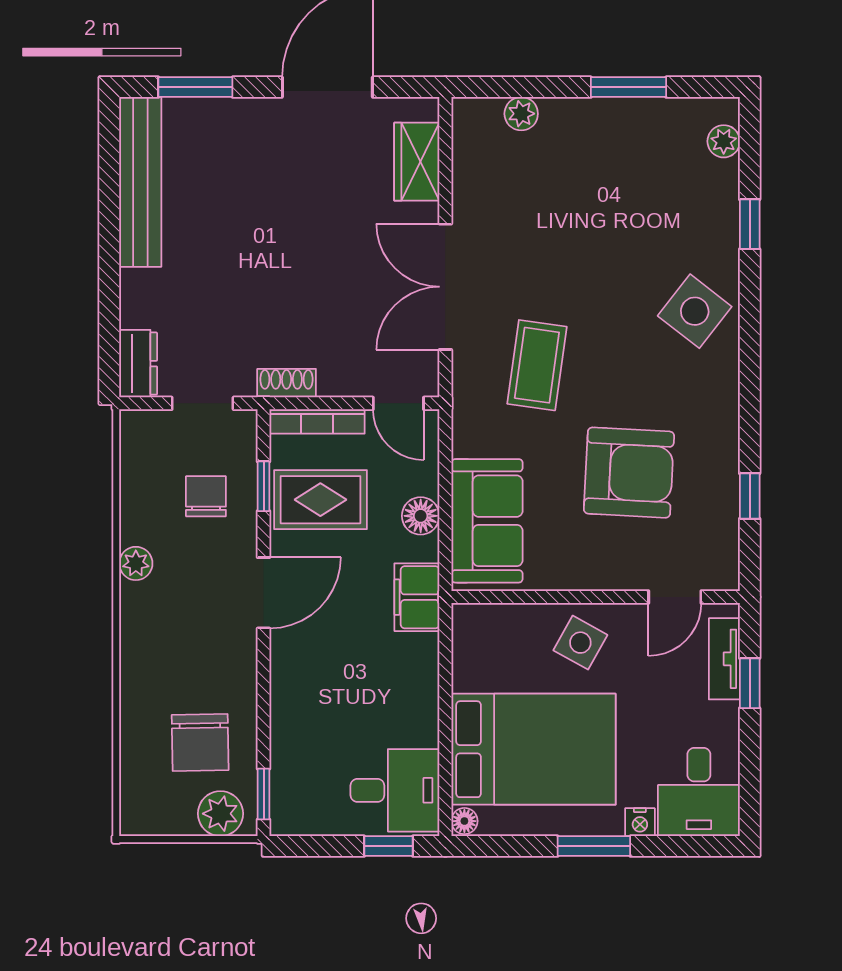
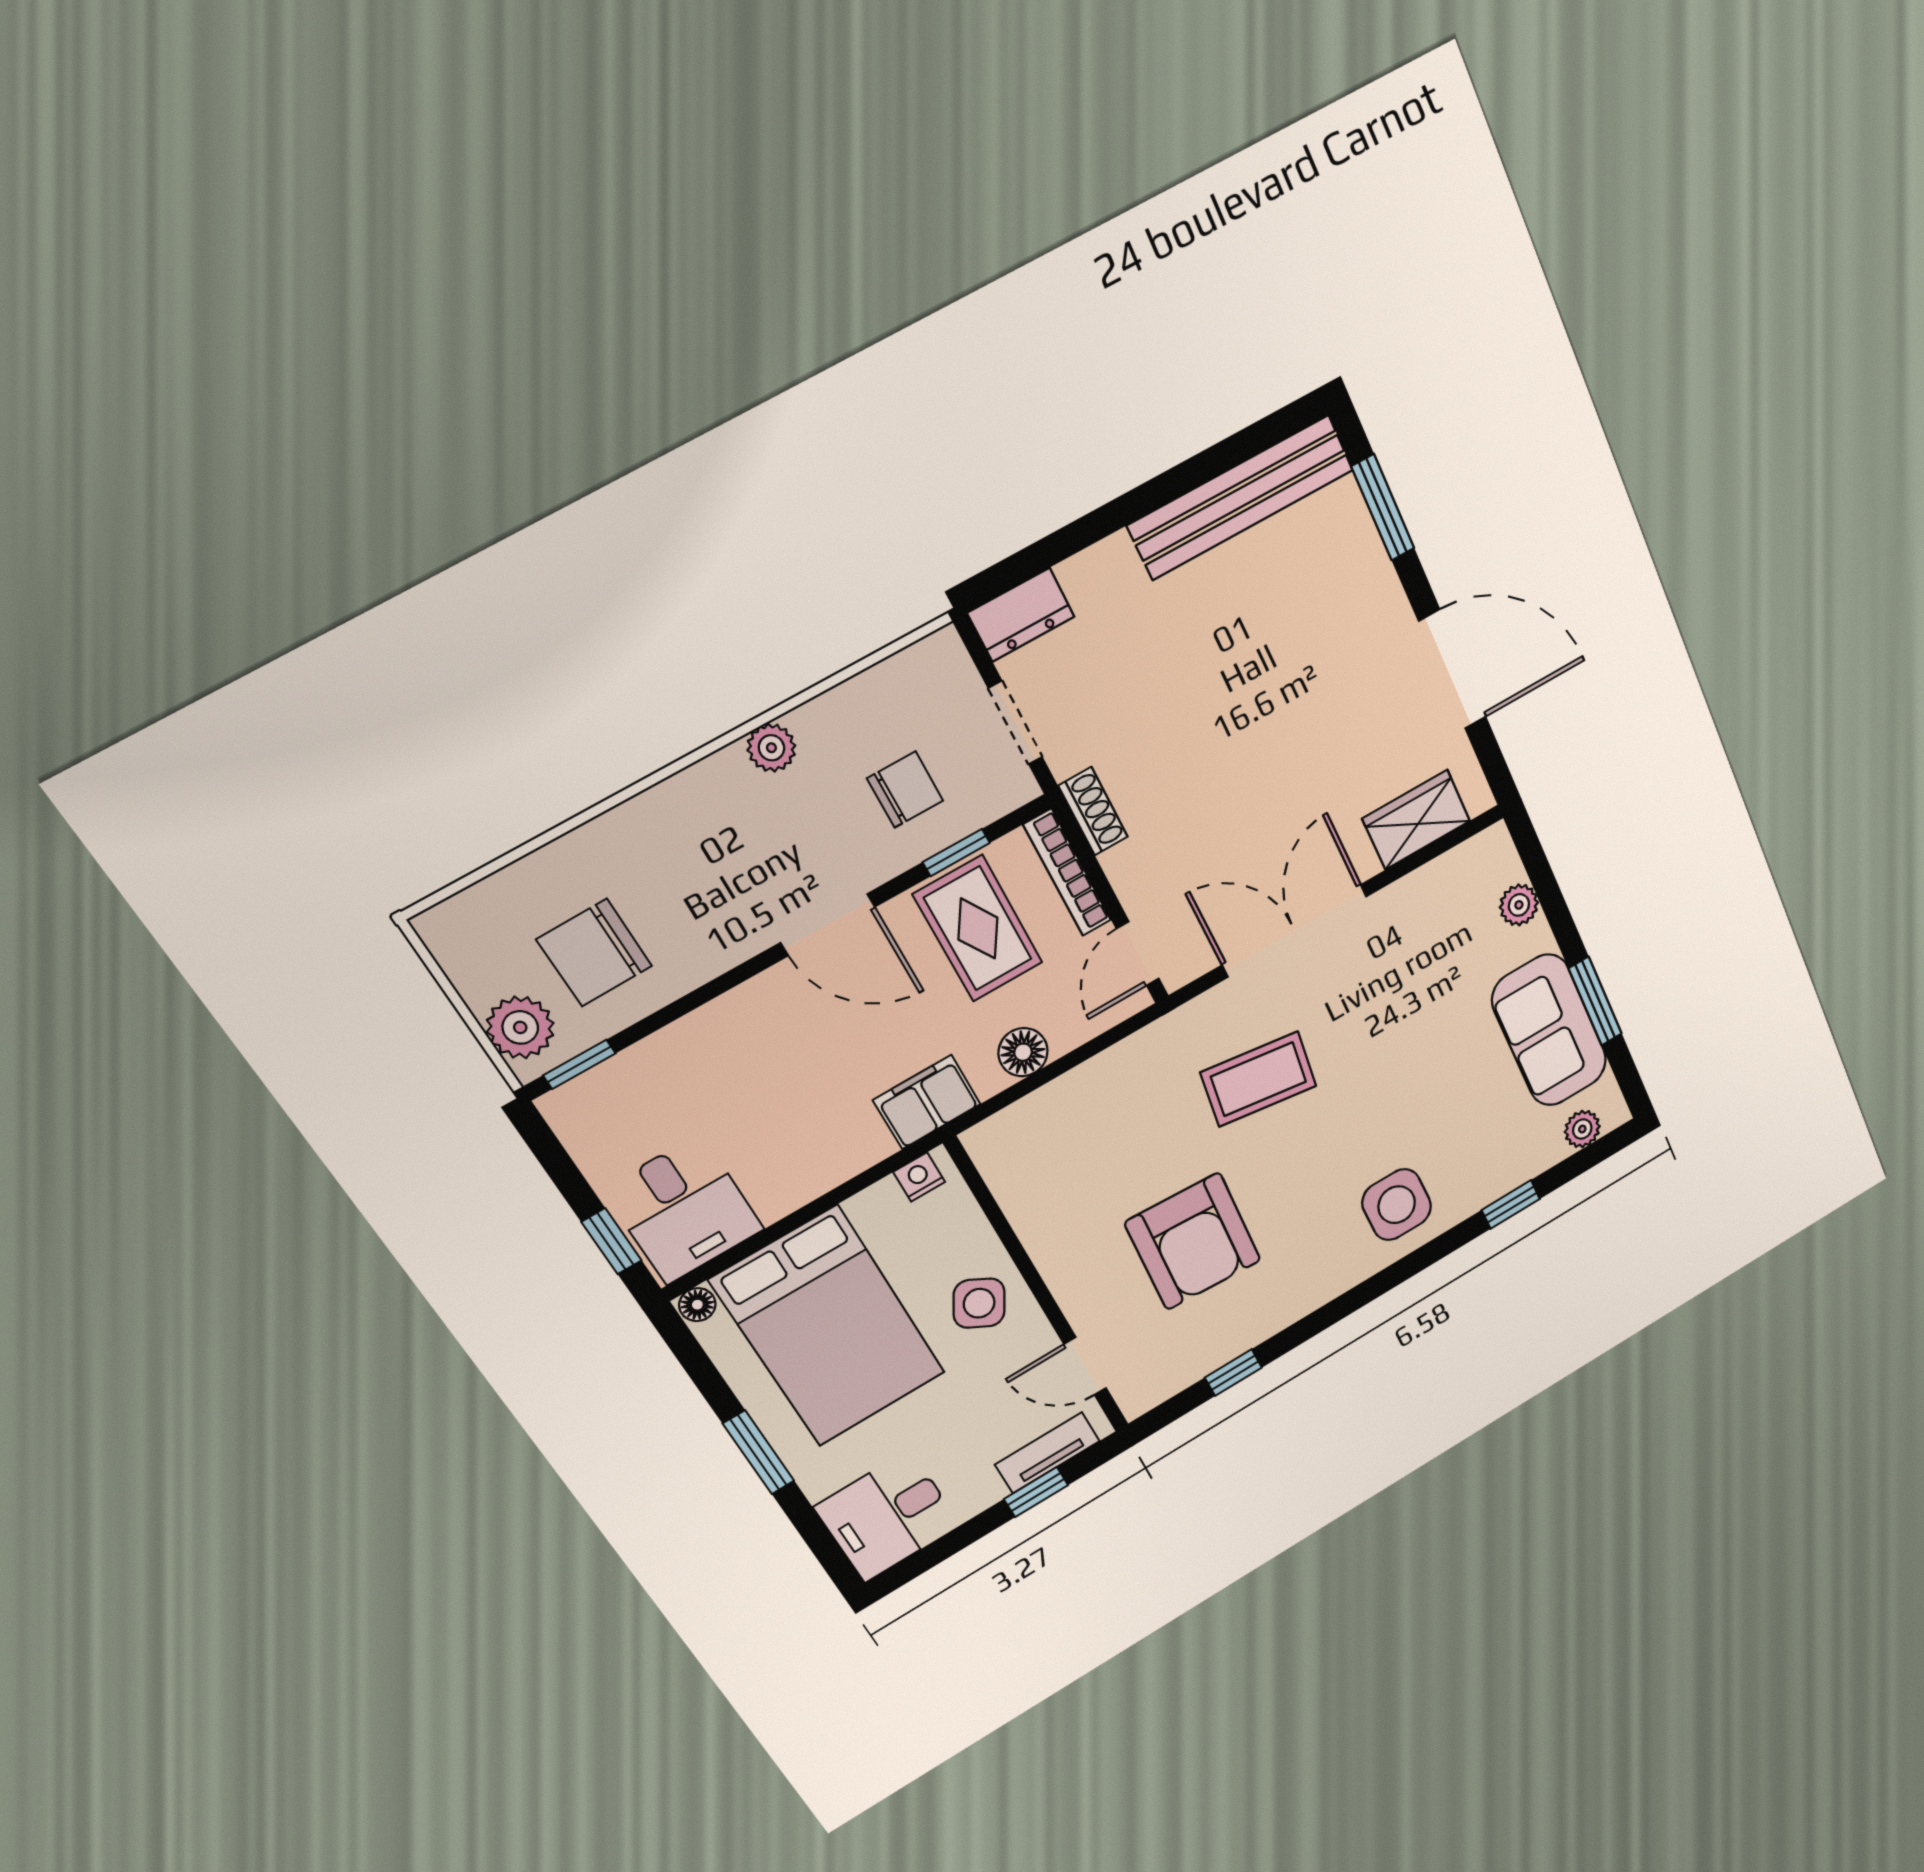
side table: (695, 311) -> (1397, 1205), turned -38
sofa: (487, 521) -> (1550, 1030), moved, turned 90
nightstand: (640, 822) -> (919, 1177), moved, turned 90

